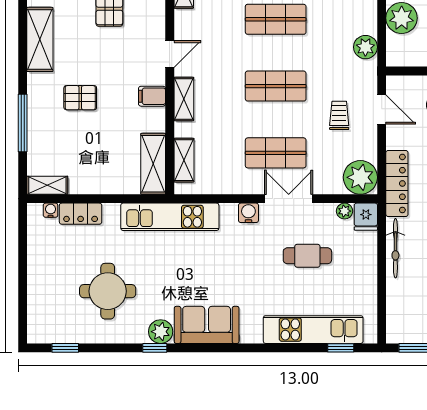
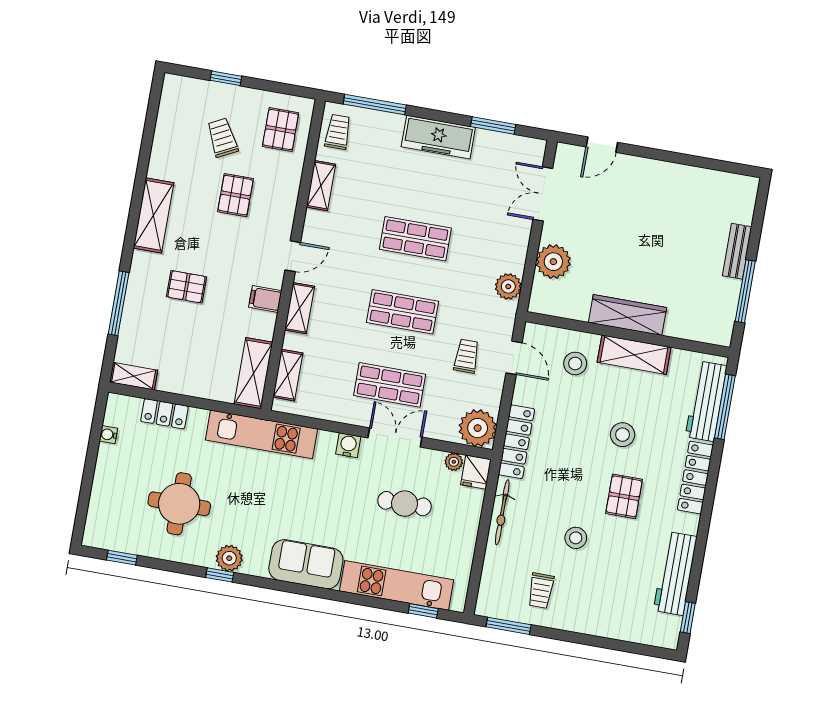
water cooler: (51, 210) -> (108, 435), moved, turned -90
sofa: (207, 325) -> (306, 564), moved

